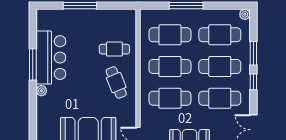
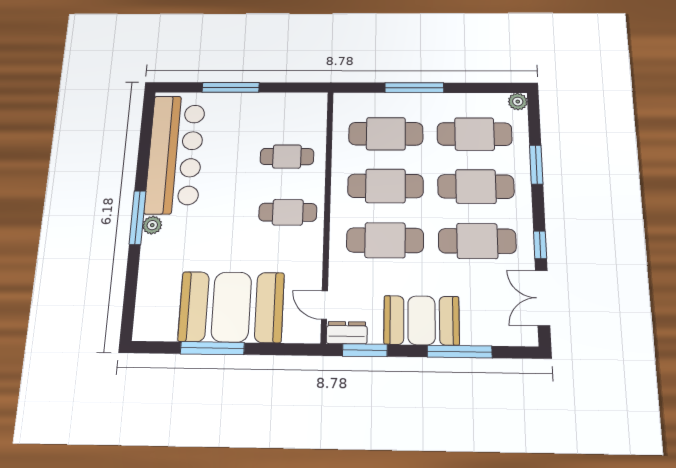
bar counter: (51, 58) -> (175, 154), width x1.36
window: (33, 64) -> (138, 218), moved
cafe table: (116, 82) -> (288, 212), turned -68
window: (253, 82) -> (540, 245), moved

